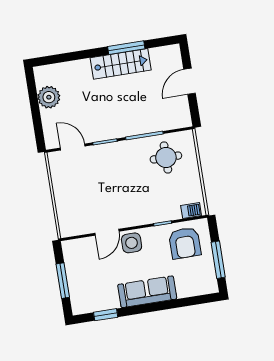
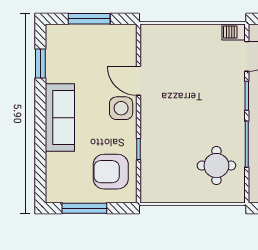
barbecue: (191, 211) -> (234, 32), moved, turned 90

